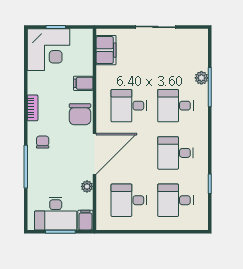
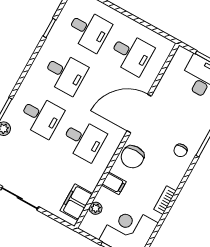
bookcase: (33, 108) -> (165, 200), moved
chair: (80, 114) -> (133, 157), turned 180
plant: (87, 186) -> (96, 208), moved
filing cabinet: (85, 220) -> (181, 58), removed

